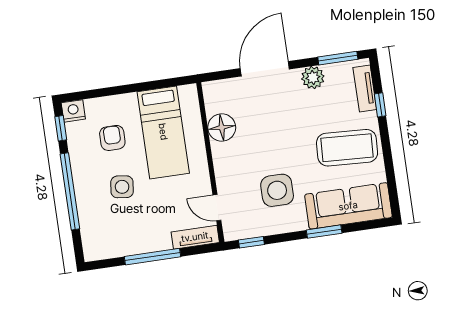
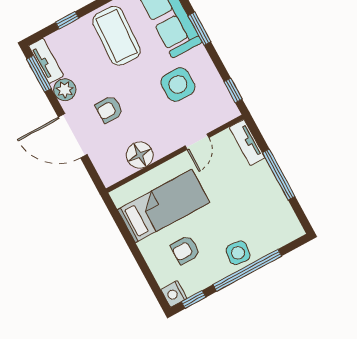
tv unit: (365, 89) -> (46, 61), moved, turned -90
armchair: (278, 114) -> (109, 109), added
side table: (122, 187) -> (238, 253), moved
door: (217, 208) -> (197, 142), moved

